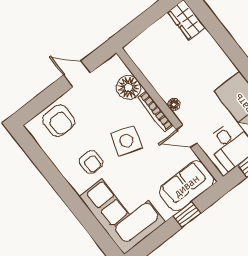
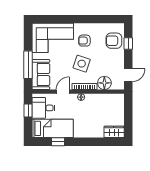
door: (77, 74) -> (128, 75), moved
window: (47, 97) -> (128, 44), added
window: (187, 215) -> (28, 65), width x2.17

